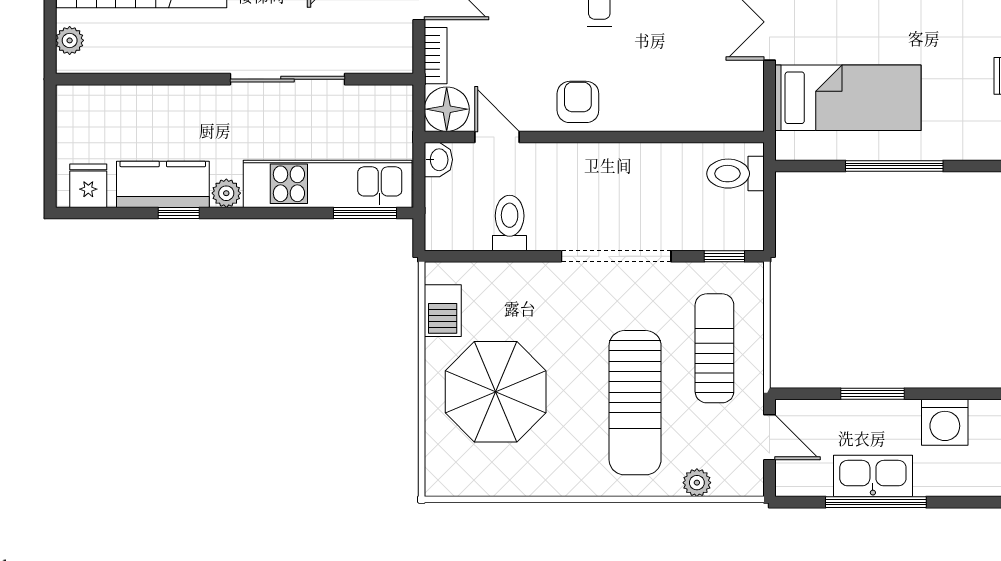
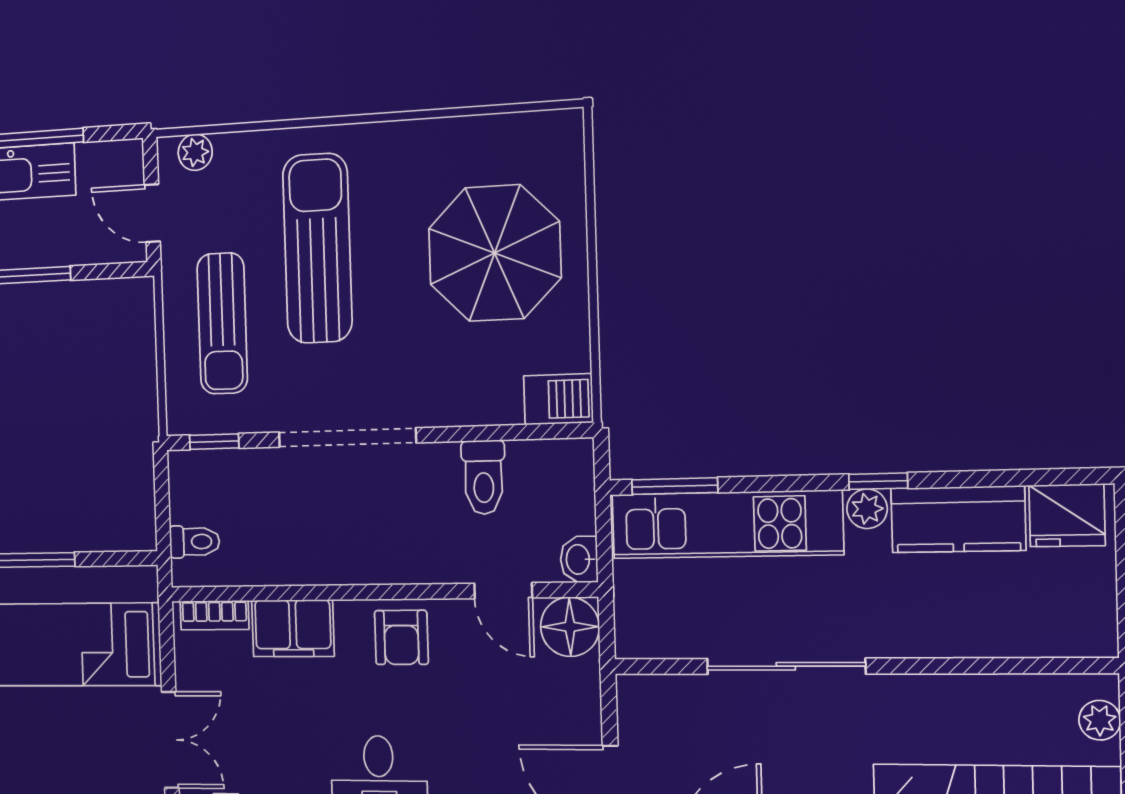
bookcase: (436, 56) -> (214, 615), moved, turned -90
filing cabinet: (665, 110) -> (293, 628), added
toilet: (736, 174) -> (195, 542), width x0.73, depth x0.72
fridge: (88, 186) -> (1067, 515), width x1.38
window: (179, 213) -> (878, 481), moved
barbecue: (443, 311) -> (558, 399), moved, turned 90
plant: (697, 483) -> (195, 152), moved

